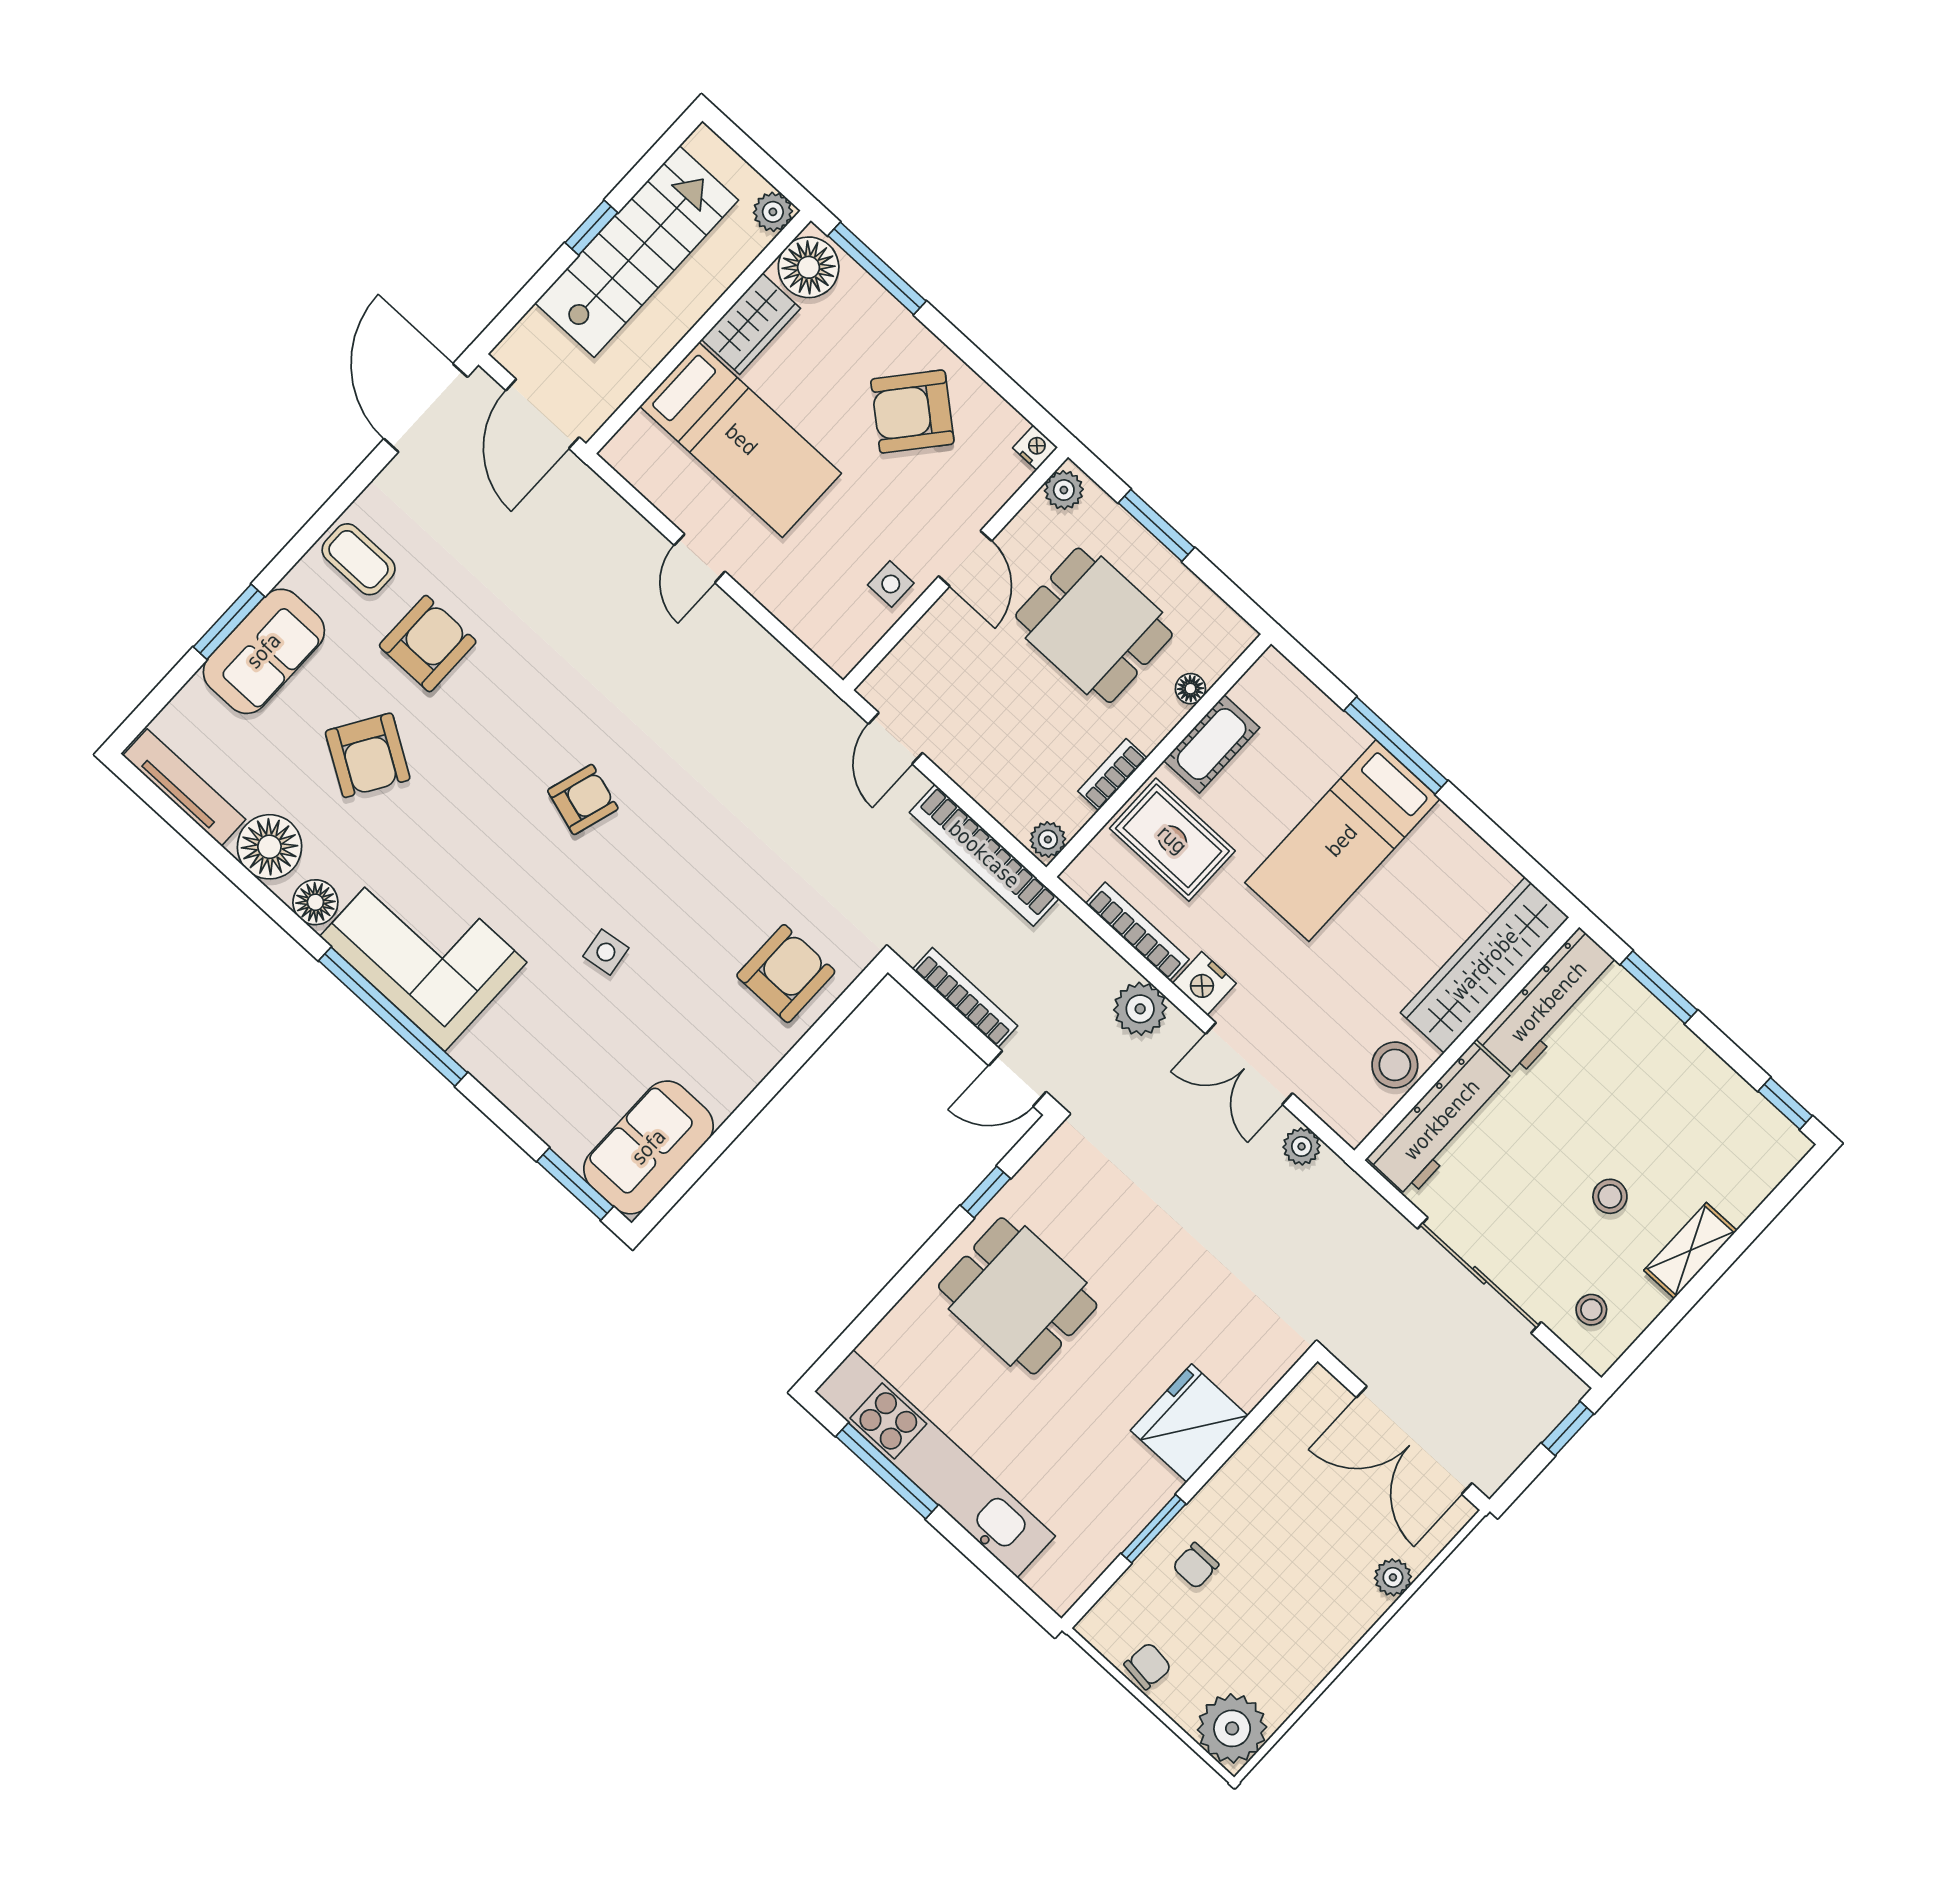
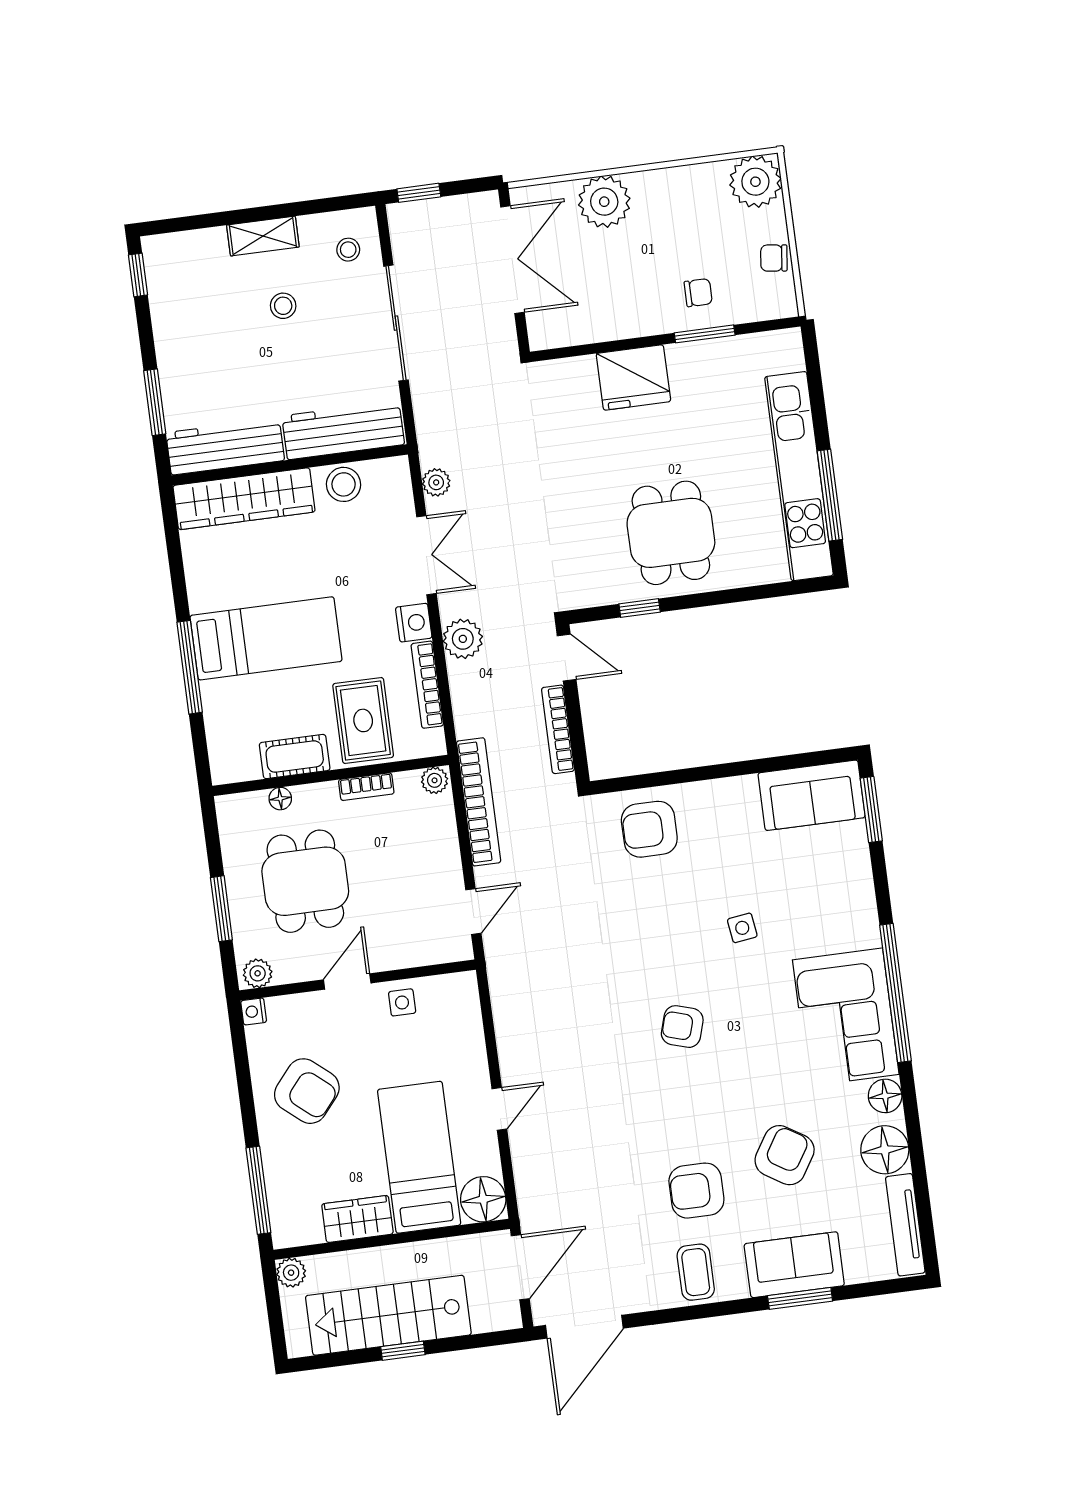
floor lamp: (809, 267) -> (483, 1199), moved
plant: (1393, 1577) -> (604, 202), width x1.88, depth x1.88

